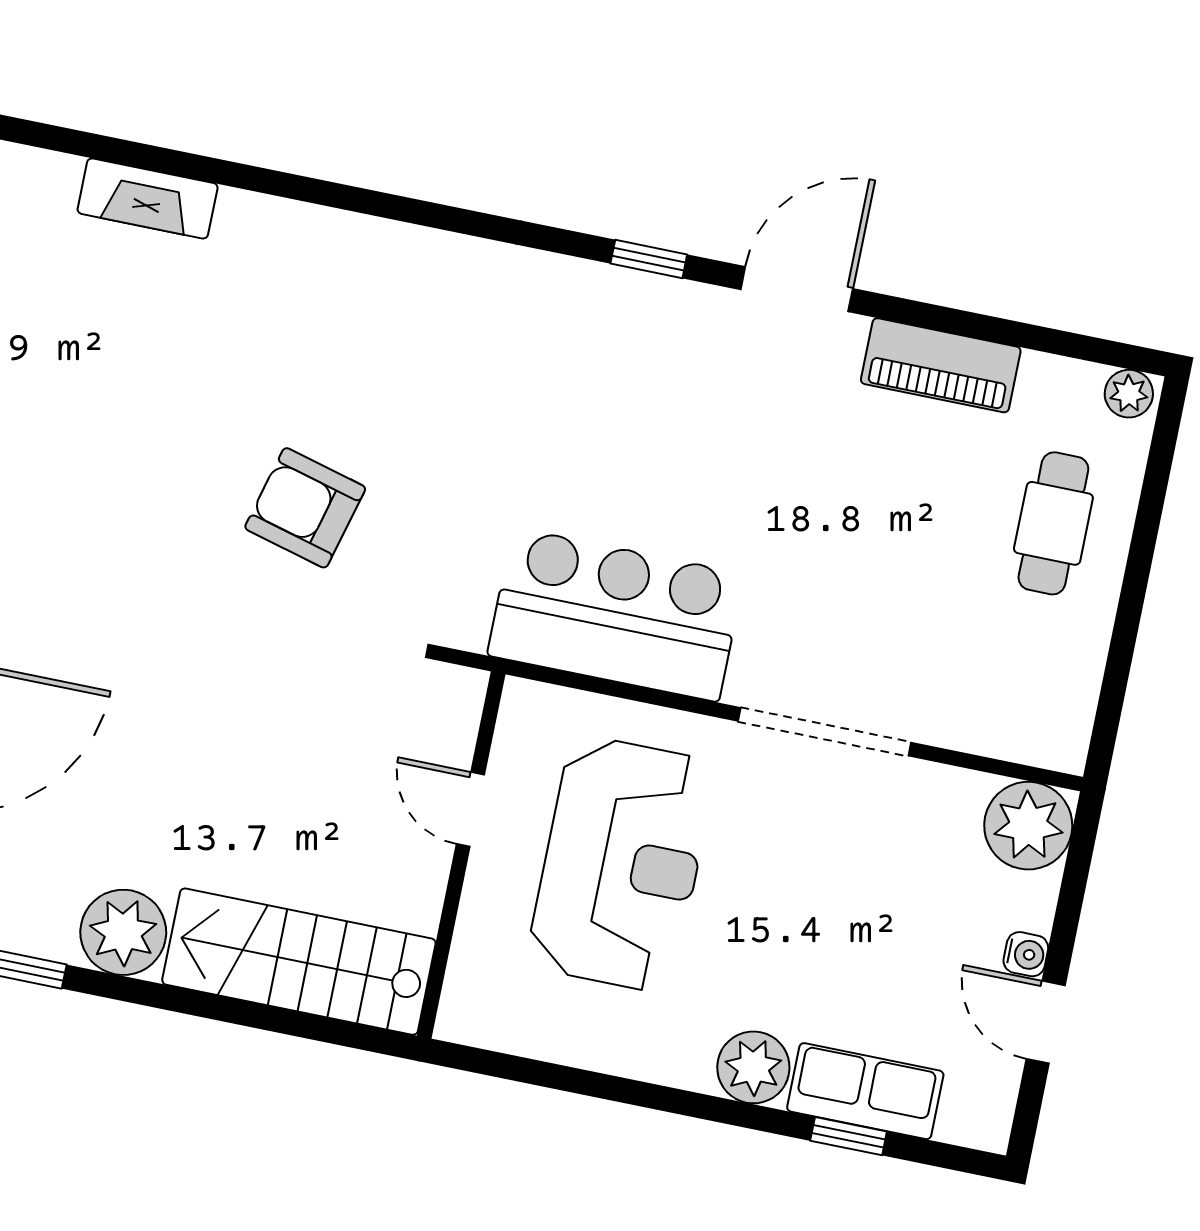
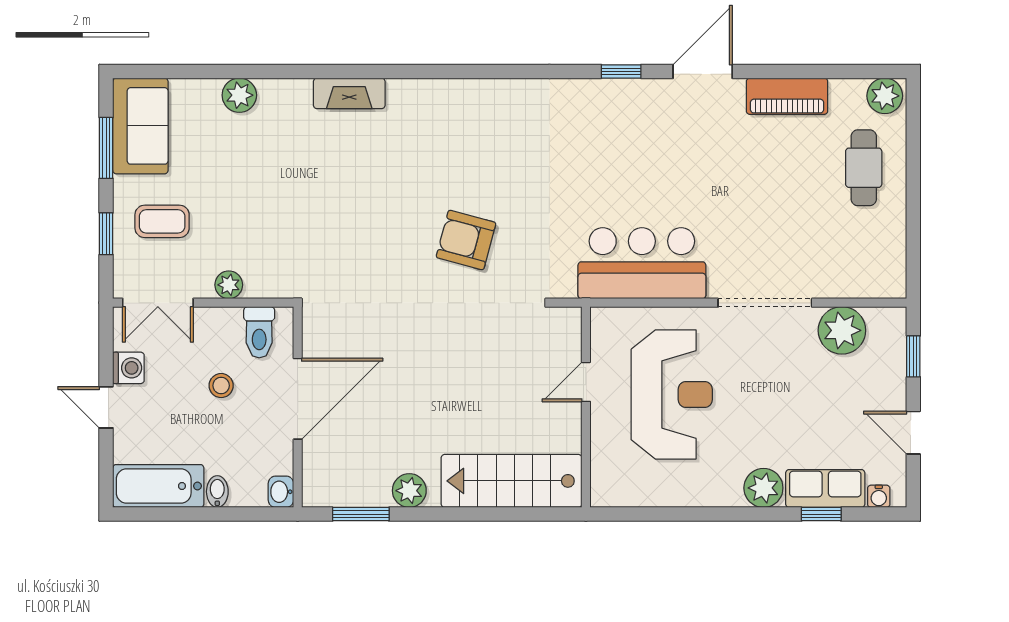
plant: (1129, 394) -> (885, 96), width x1.38, depth x1.38
door: (470, 809) -> (586, 382), hinge flipped
plant: (1028, 826) -> (842, 330), moved
window: (1074, 884) -> (913, 356), added
plant: (123, 932) -> (409, 491), width x0.73, depth x0.73
water cooler: (1026, 954) -> (879, 496), moved, turned 90

